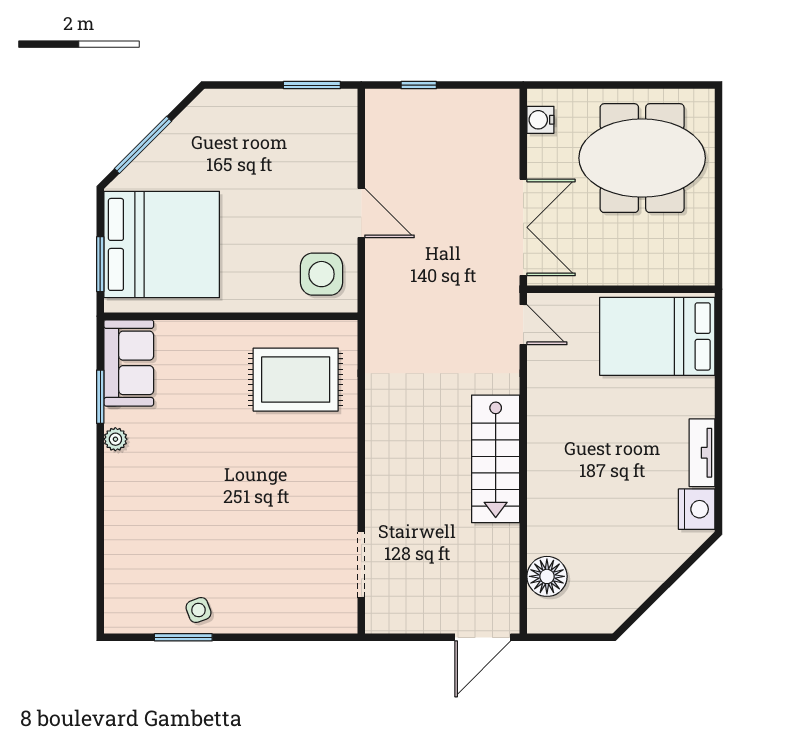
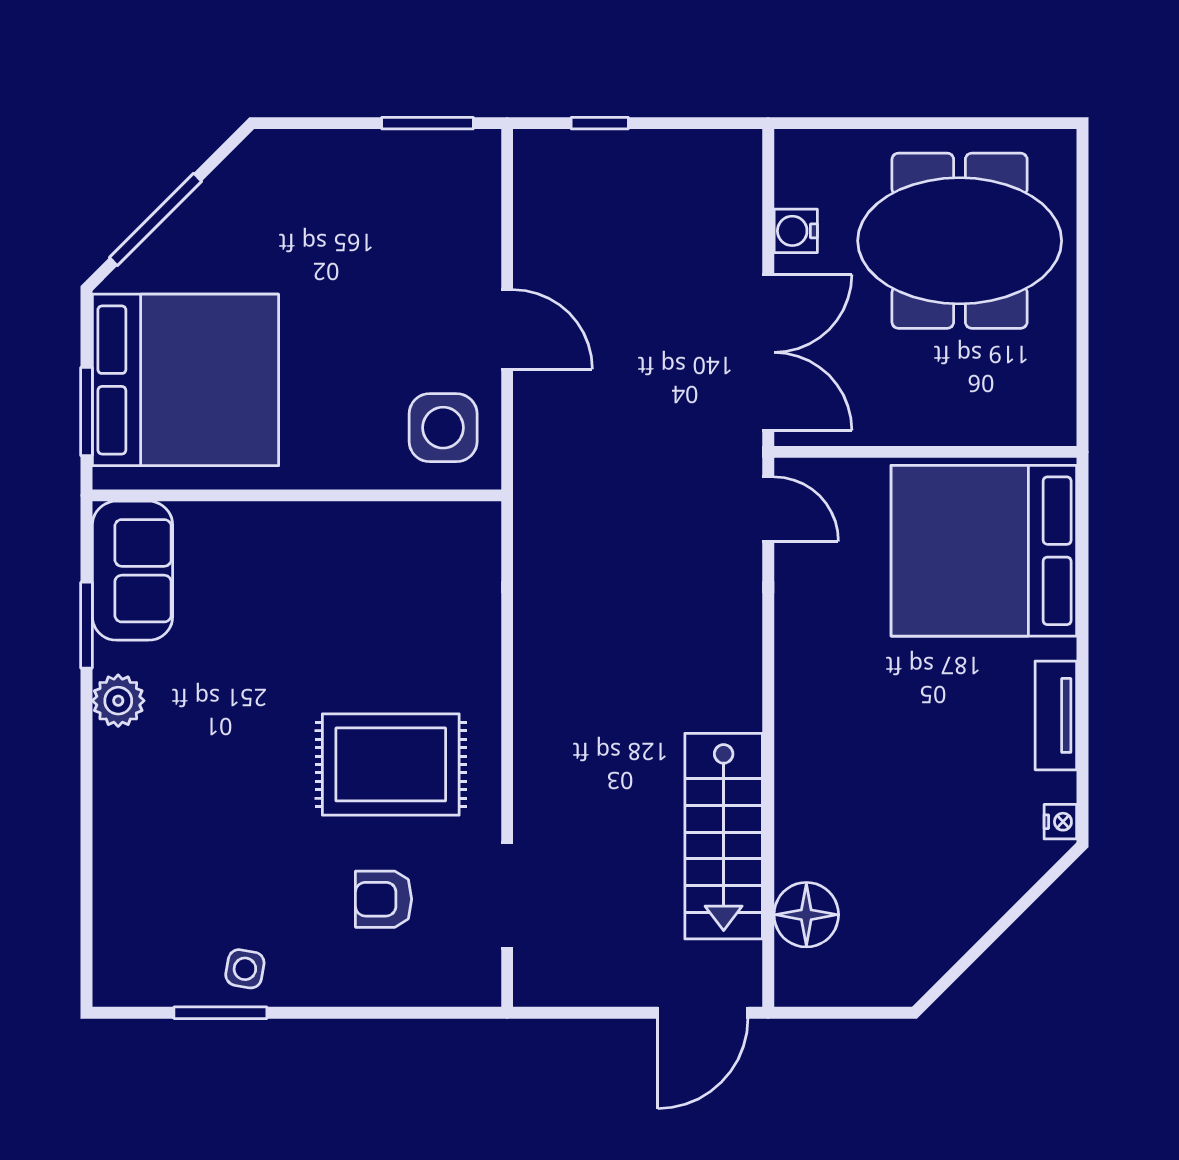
water cooler: (540, 120) -> (796, 231), moved
bed: (657, 336) -> (984, 551), width x1.36
rug: (296, 380) -> (391, 764), moved
plant: (115, 439) -> (118, 701), width x1.38, depth x1.38
stairs: (496, 459) -> (724, 836), moved
nightstand: (697, 509) -> (1060, 822), width x0.53, depth x0.56
armchair: (285, 567) -> (384, 899), added
side table: (199, 610) -> (245, 969), turned 30

